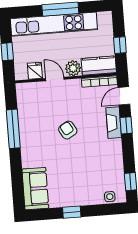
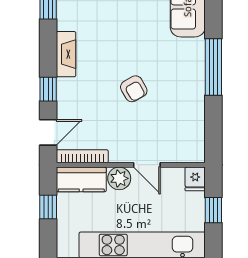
fridge: (35, 71) -> (195, 179), moved
fireplace: (114, 123) -> (66, 54), moved
window: (13, 129) -> (213, 67), moved

